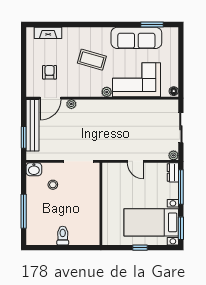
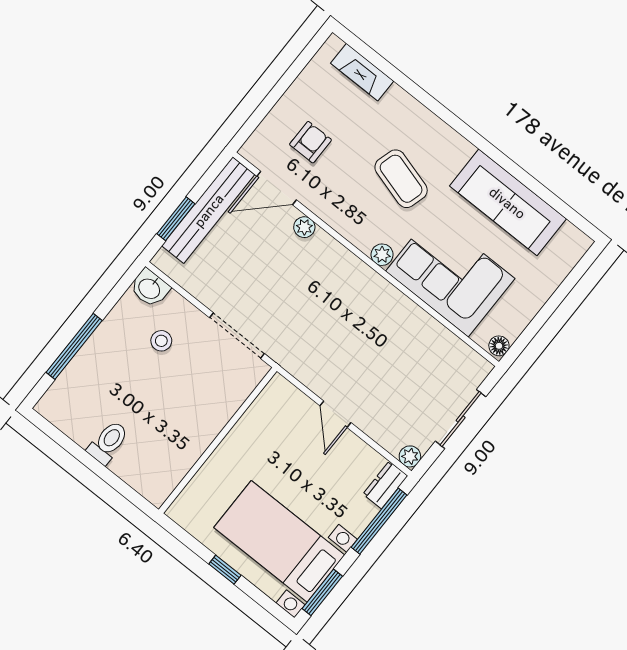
window: (152, 25) -> (553, 201), removed

